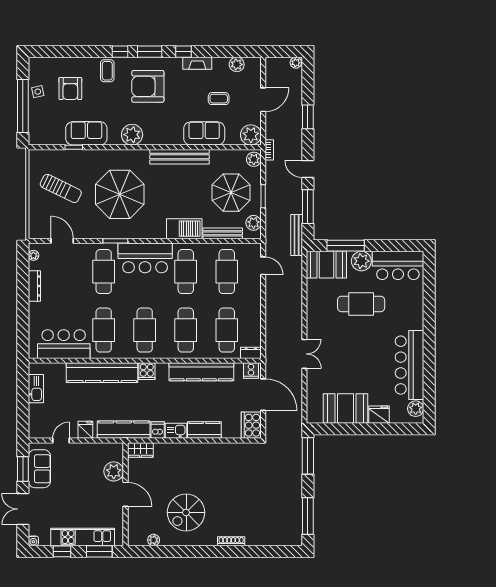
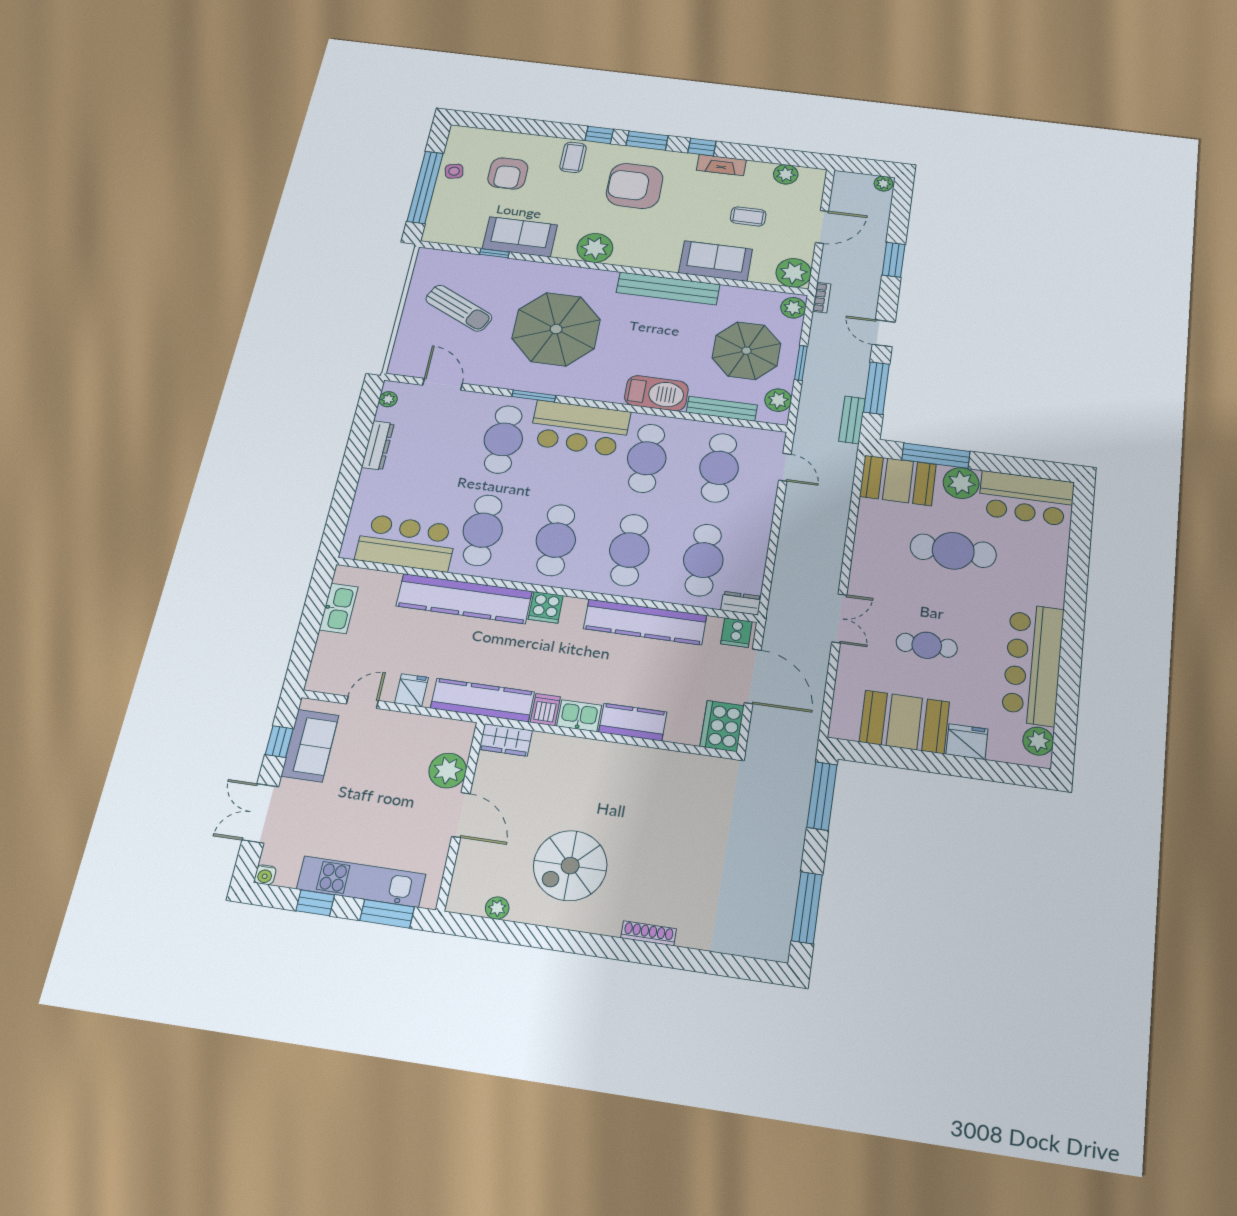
bench: (297, 235) -> (852, 420), width x0.73
cafe table: (353, 363) -> (927, 645), added
window: (23, 469) -> (279, 742), width x0.67

